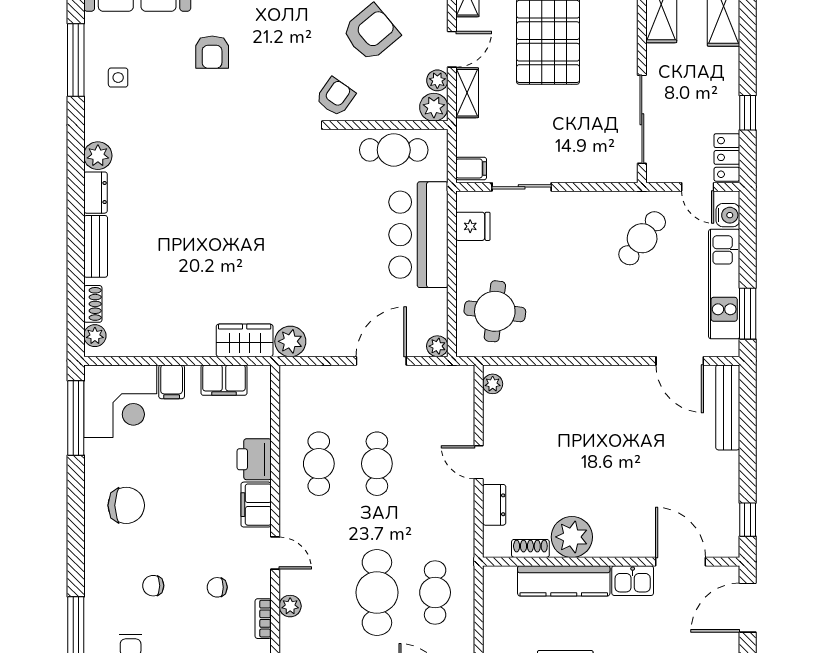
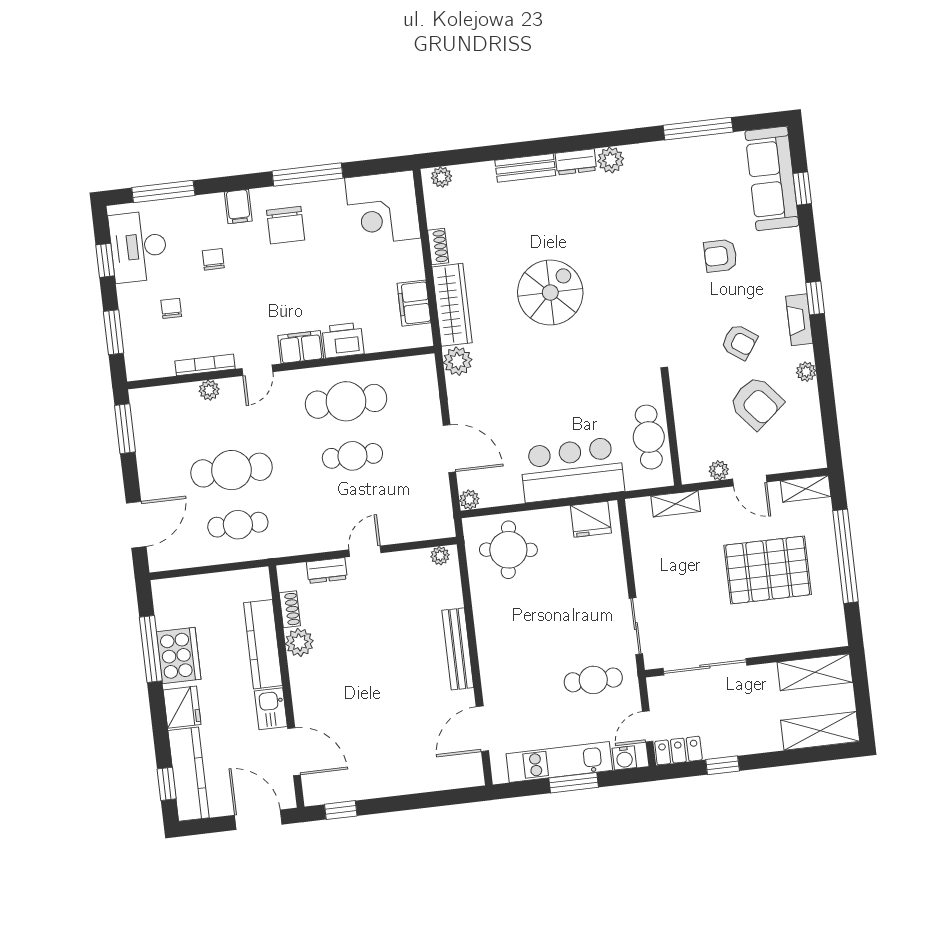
side table: (118, 78) -> (686, 170), removed
shelving: (467, 93) -> (676, 504), moved
armchair: (336, 97) -> (739, 342), moved
plant: (434, 107) -> (693, 470), removed
filing cabinet: (471, 168) -> (640, 512), removed
sliding door: (522, 187) -> (636, 626), moved
fridge: (473, 226) -> (591, 519), width x1.38
spiral stairs: (230, 236) -> (550, 293), added
cafe table: (642, 238) -> (593, 680), turned -38
shoe rack: (93, 304) -> (438, 246), moved, turned -90
window: (748, 314) -> (574, 783), moved
wardrobe: (245, 340) -> (452, 305), width x1.50
filing cabinet: (172, 382) -> (238, 207), moved, turned -90
bench: (728, 407) -> (458, 649), moved, turned 90
window: (76, 418) -> (307, 175), moved
cafe table: (319, 464) -> (346, 401), width x1.37, depth x1.35
plant: (572, 537) -> (299, 642), width x0.73, depth x0.73
door: (681, 562) -> (294, 752), hinge flipped
chair: (217, 587) -> (171, 308), moved
bookcase: (263, 619) -> (205, 365), width x1.56

